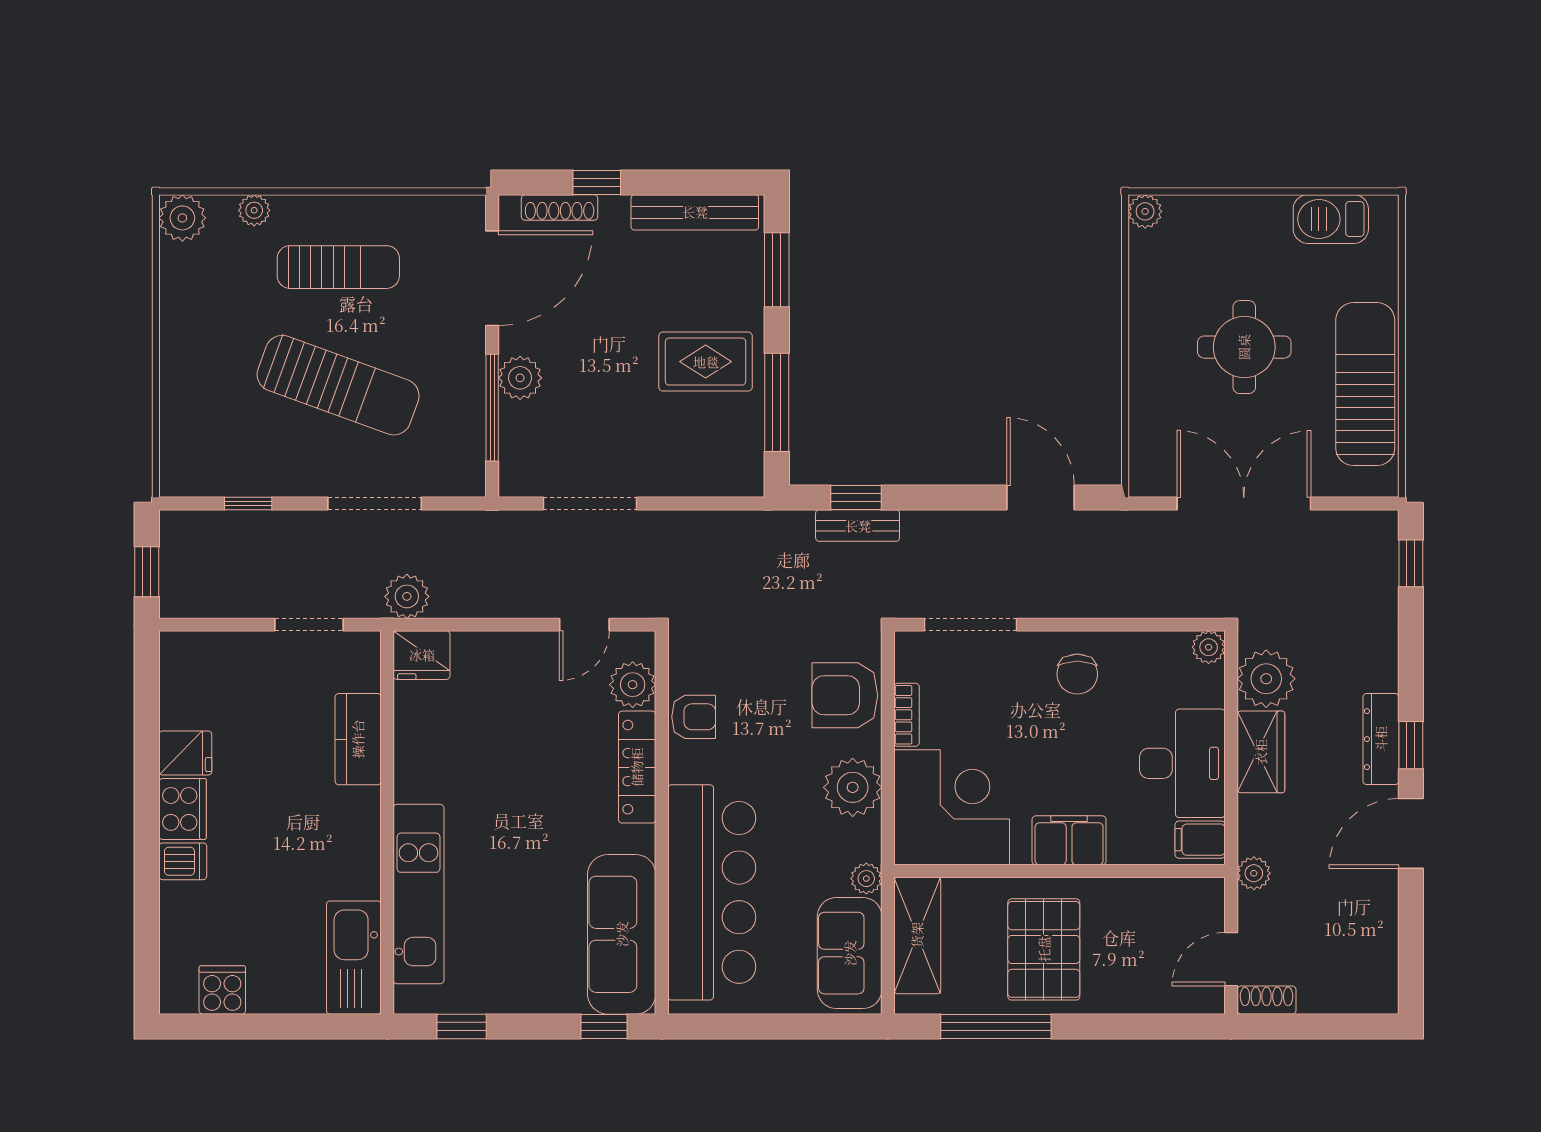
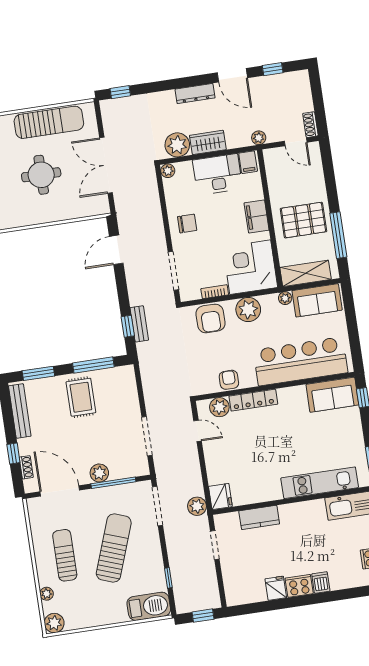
shoe rack: (560, 207) -> (26, 467), width x0.70
sun lounger: (1365, 384) -> (49, 122), turned 180
barbecue: (188, 447) -> (149, 606), added
doorway: (375, 503) -> (158, 506), moved
window: (1411, 745) -> (273, 69), moved
sofa: (622, 934) -> (332, 395), width x0.73

